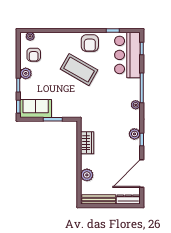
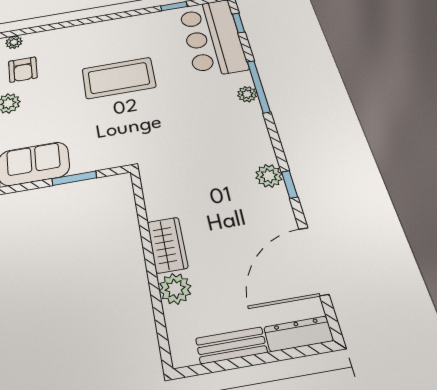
armchair: (90, 43) -> (133, 32), removed
coffee table: (79, 70) -> (119, 78), turned -30
plant: (136, 105) -> (247, 94), moved
wardrobe: (87, 143) -> (167, 245), moved
bench: (99, 199) -> (231, 345), width x0.73

